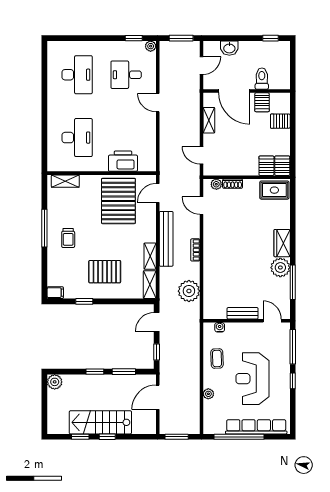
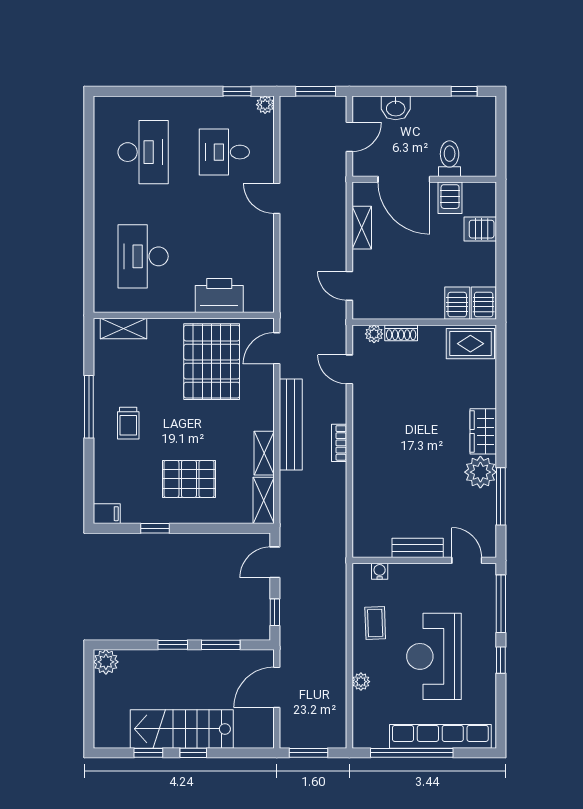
desk: (77, 138) -> (143, 256), turned 180
plant: (189, 291) -> (329, 511), removed

